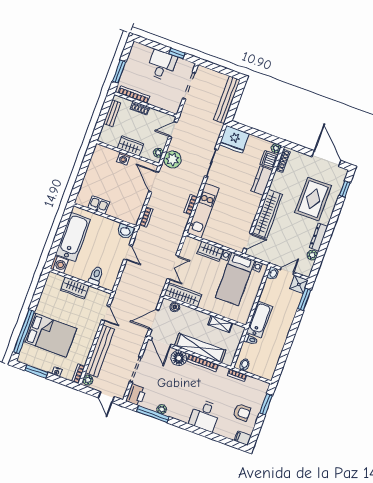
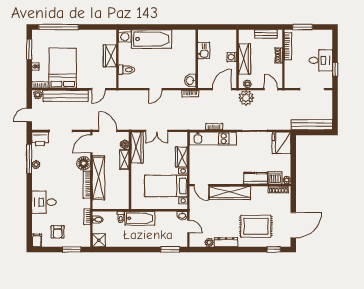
wardrobe: (130, 146) -> (244, 59), width x1.50
kitchen sink: (99, 205) -> (204, 50), moved
wall: (105, 216) -> (197, 59), moved
washbasin: (125, 231) -> (190, 80), moved
shower: (299, 284) -> (99, 240), moved
shelving: (220, 324) -> (124, 160), moved
bed: (50, 335) -> (63, 68), moved, turned 180

